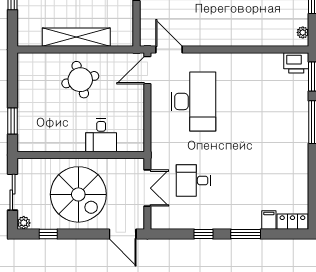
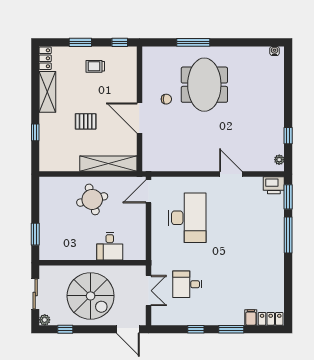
shelving: (76, 37) -> (108, 164), moved
door: (169, 50) -> (231, 174), moved

